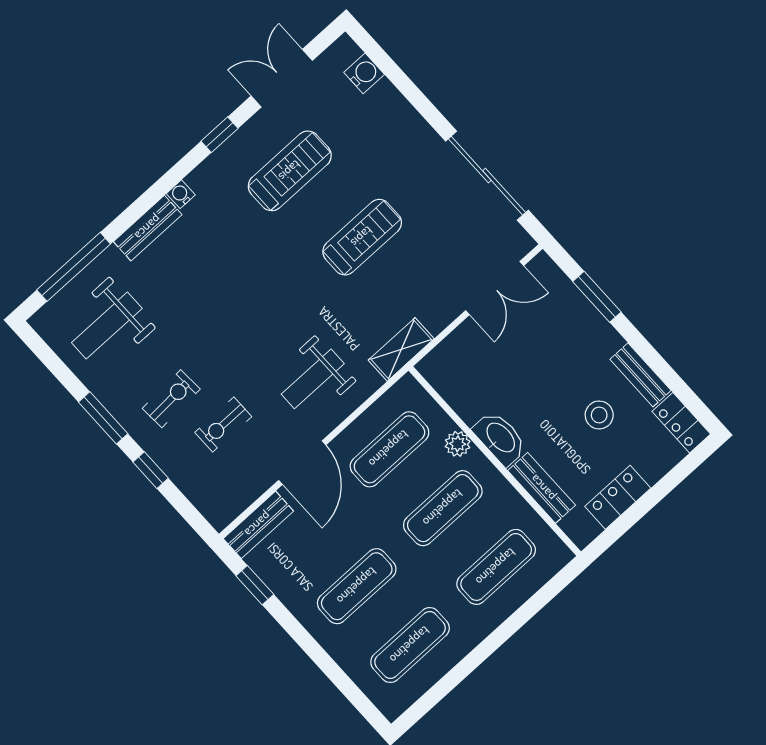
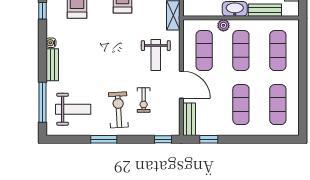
weight bench: (107, 326) -> (73, 109), turned -90
exercise bike: (171, 399) -> (118, 110), width x1.38, depth x1.39
window: (151, 470) -> (163, 139), moved

